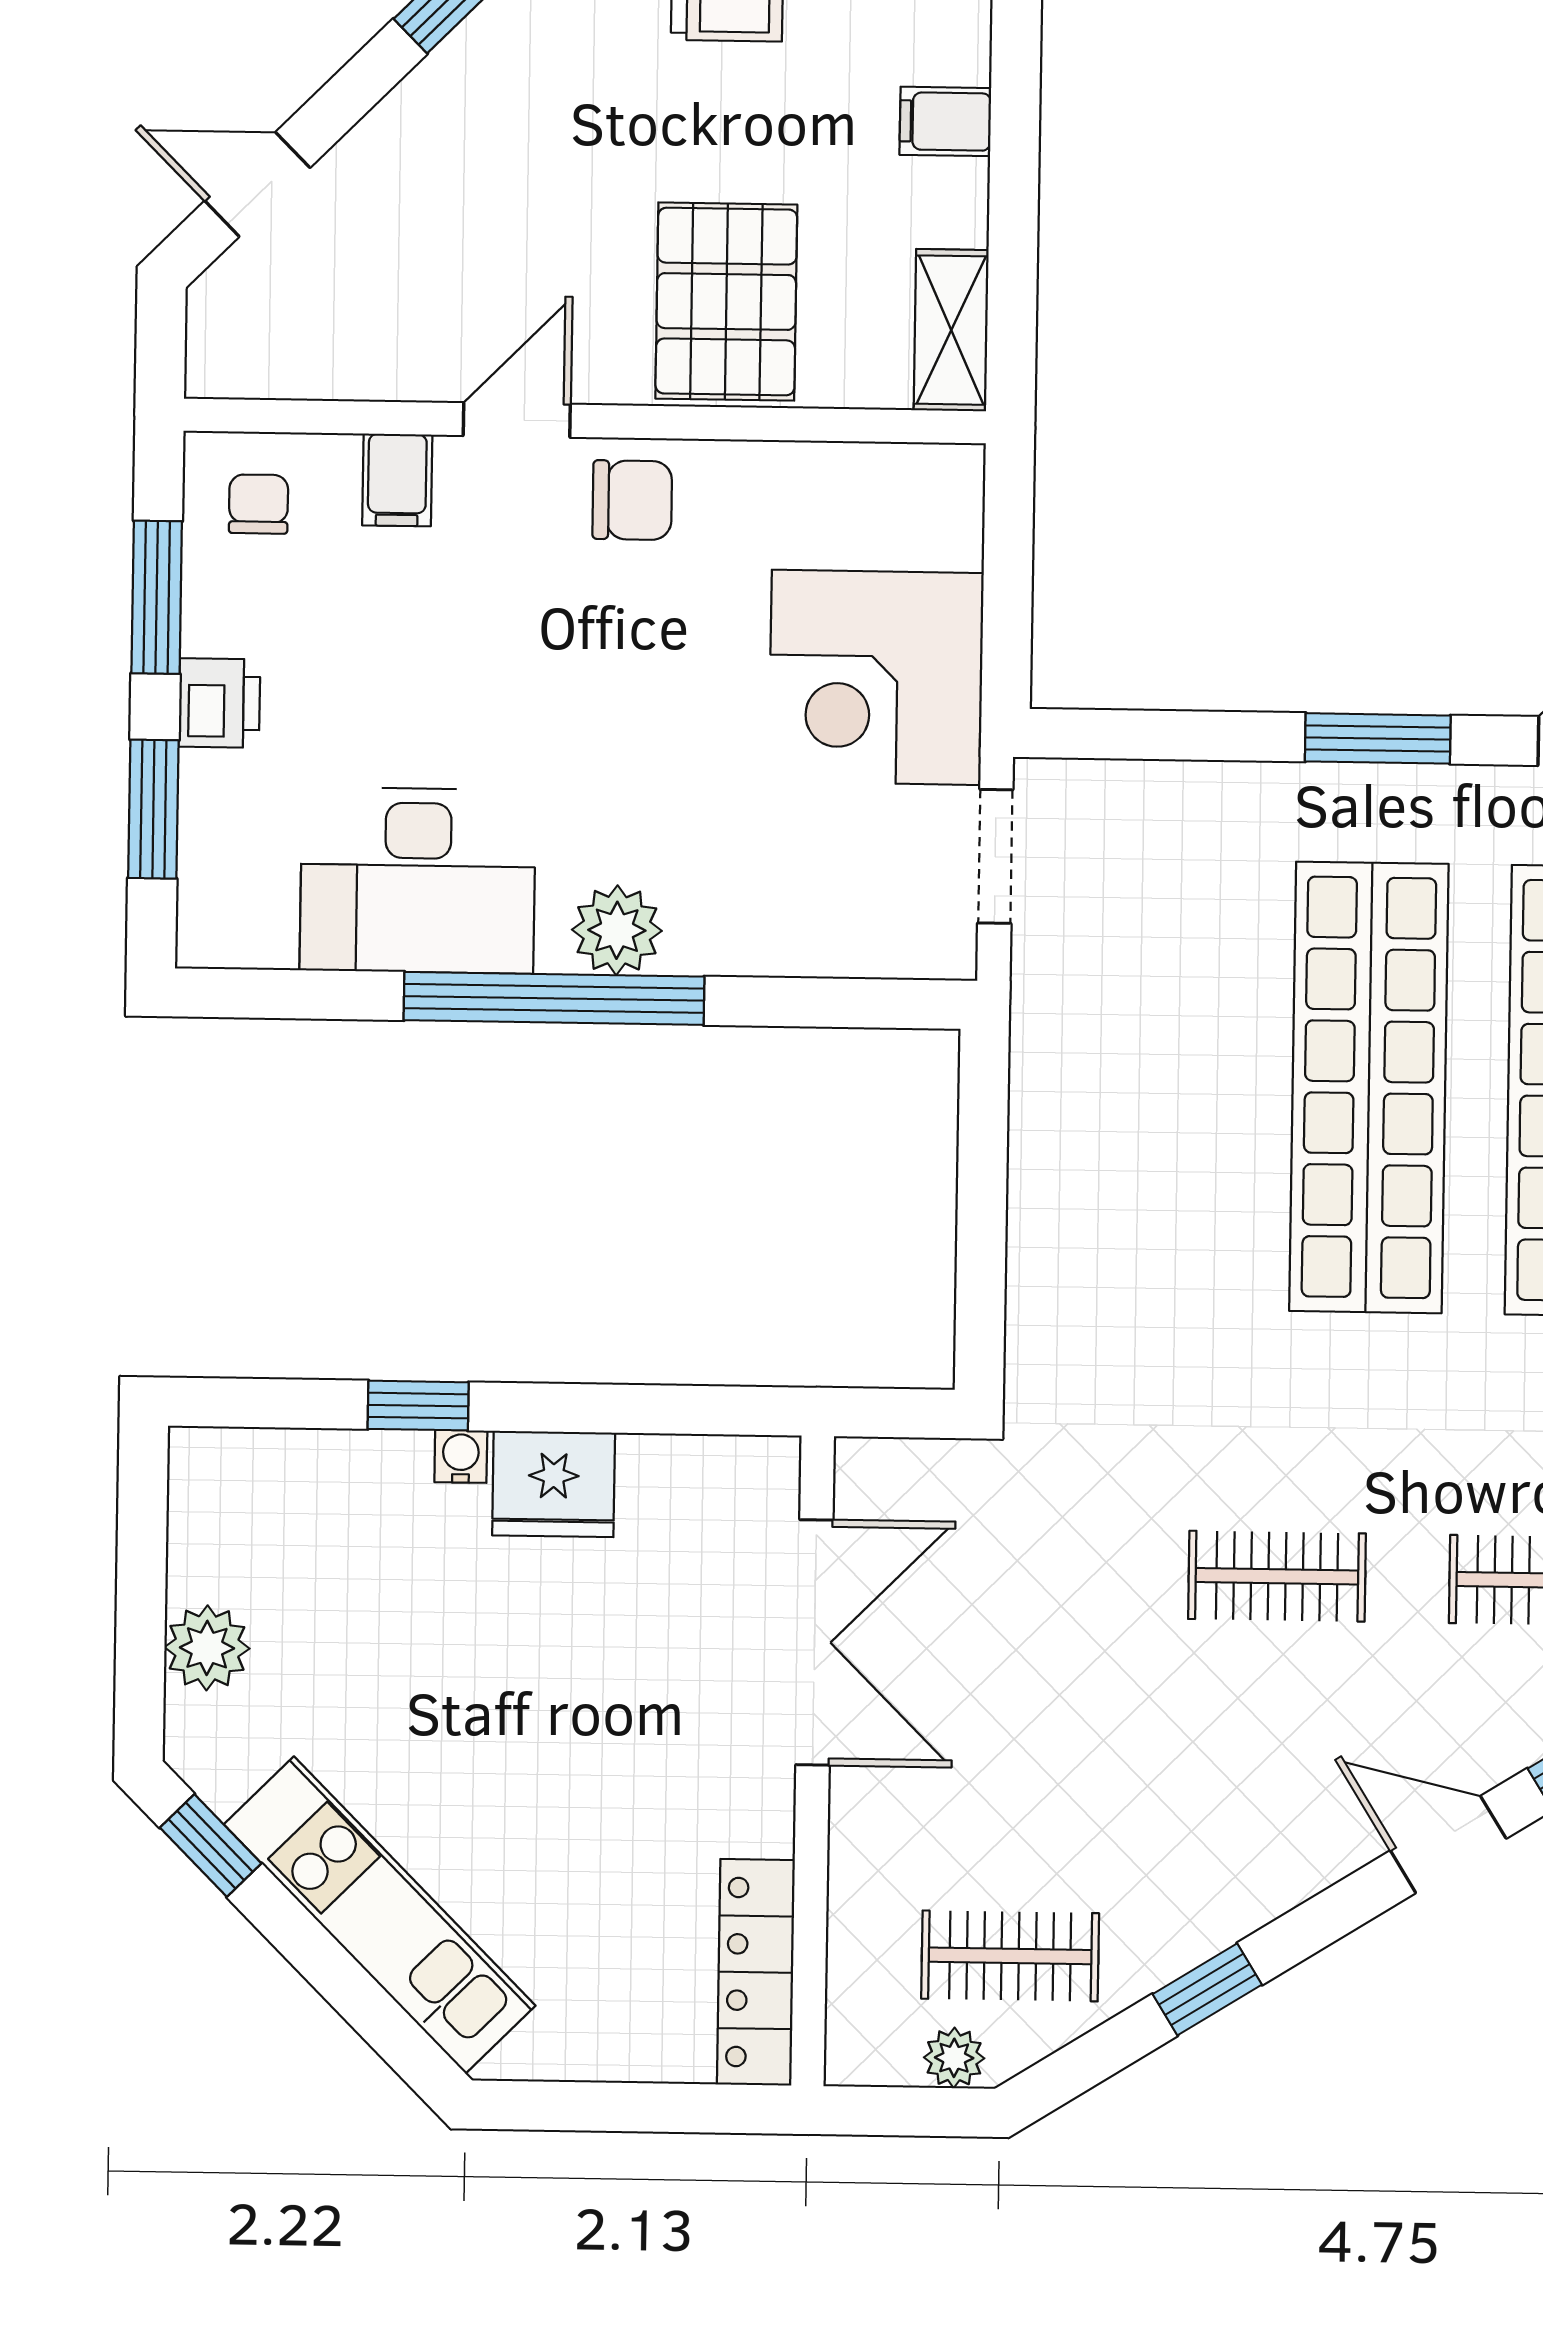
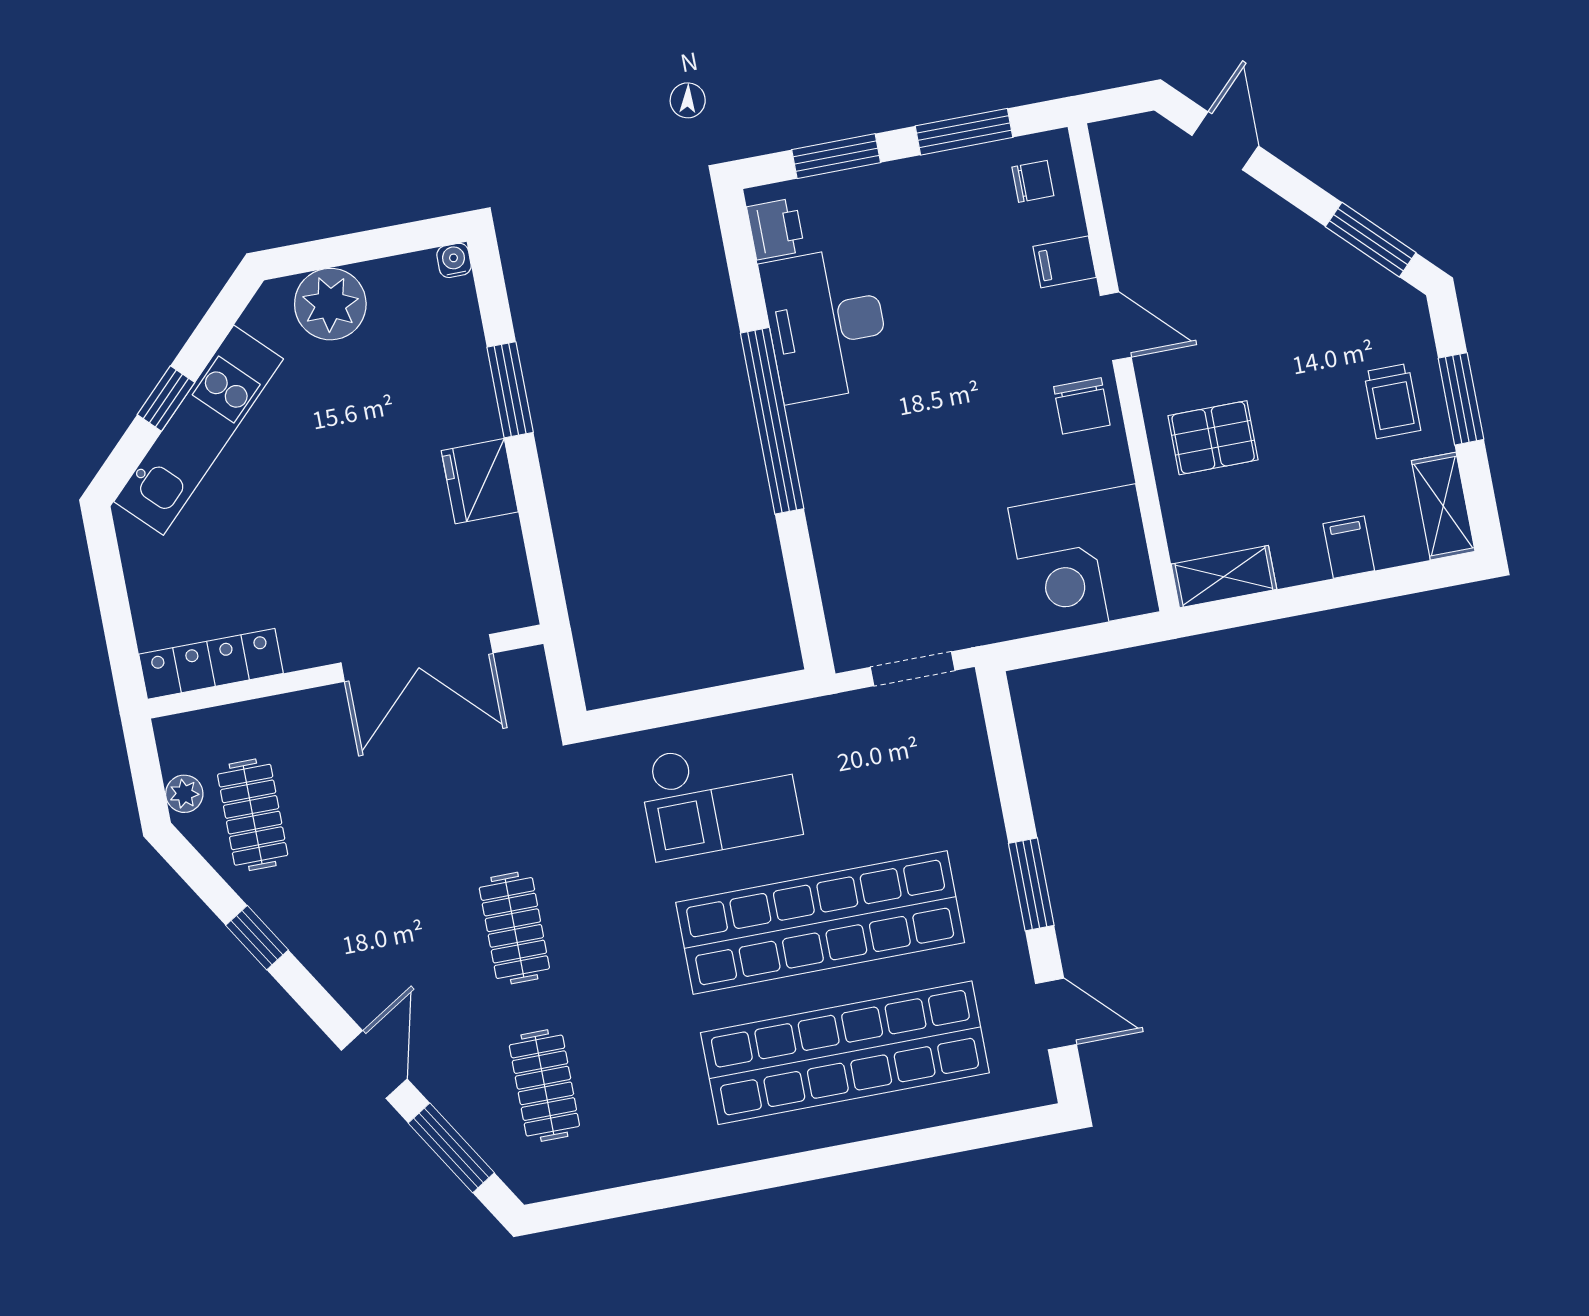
pallet: (726, 302) -> (1213, 438), width x0.67, depth x0.71
corner desk: (876, 677) -> (1084, 560), moved, turned -90
printer: (219, 703) -> (776, 229), moved, turned -90
plant: (617, 930) -> (821, 450), removed
checkout: (1135, 1205) -> (720, 796), added
window: (418, 1406) -> (510, 390), width x1.50
water cooler: (461, 1456) -> (454, 260), moved, turned -90
plant: (207, 1648) -> (330, 304), width x1.36, depth x1.36
window: (211, 1845) -> (166, 398), moved

